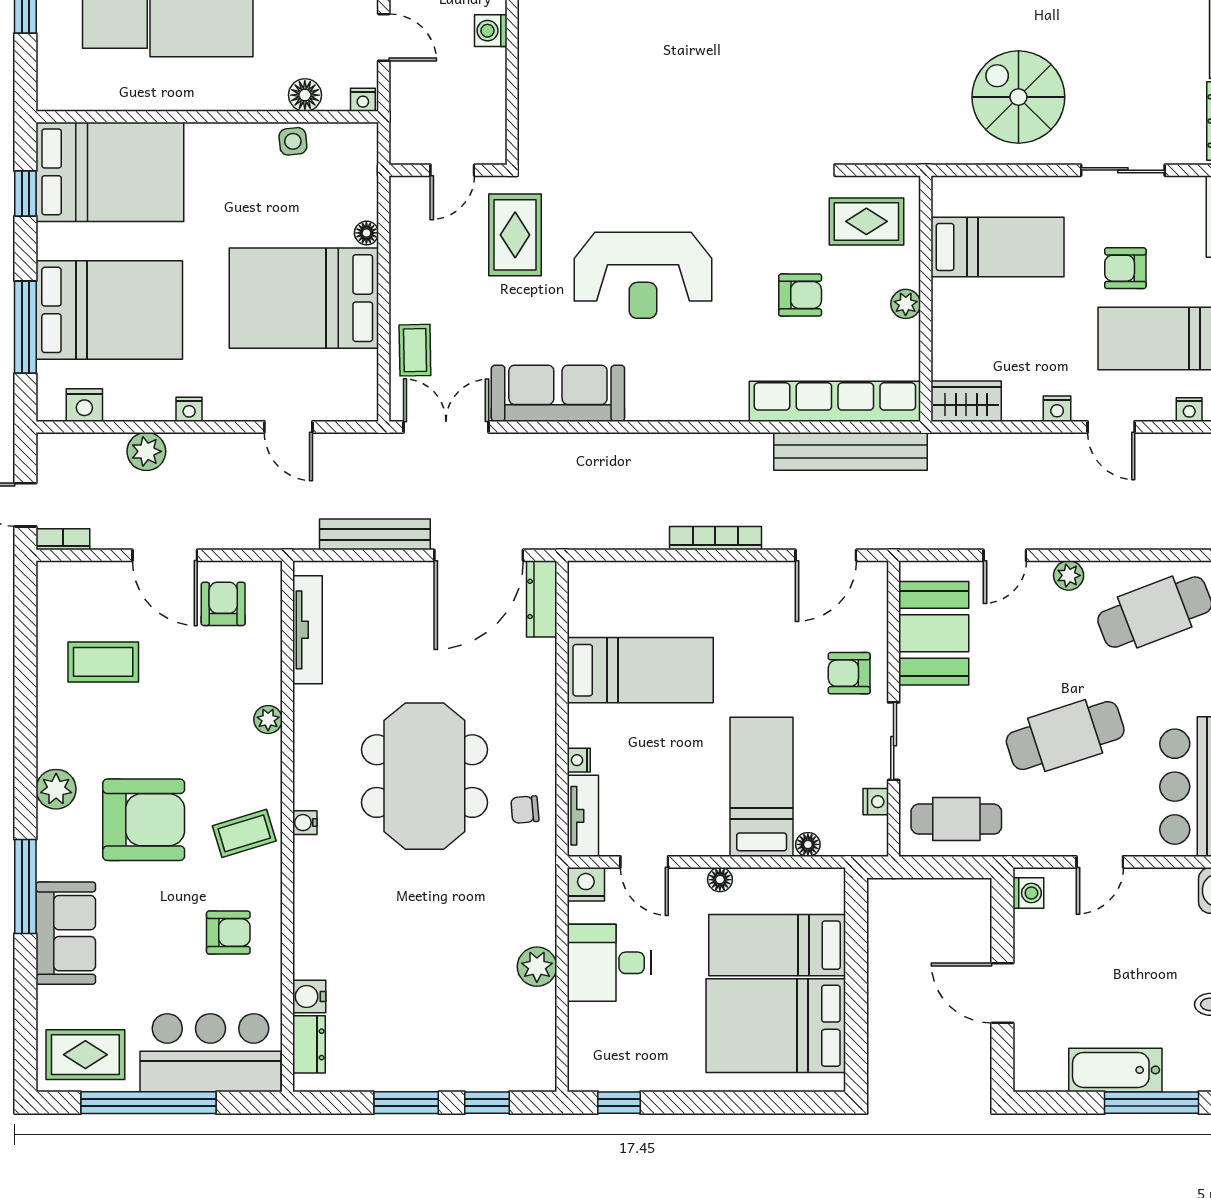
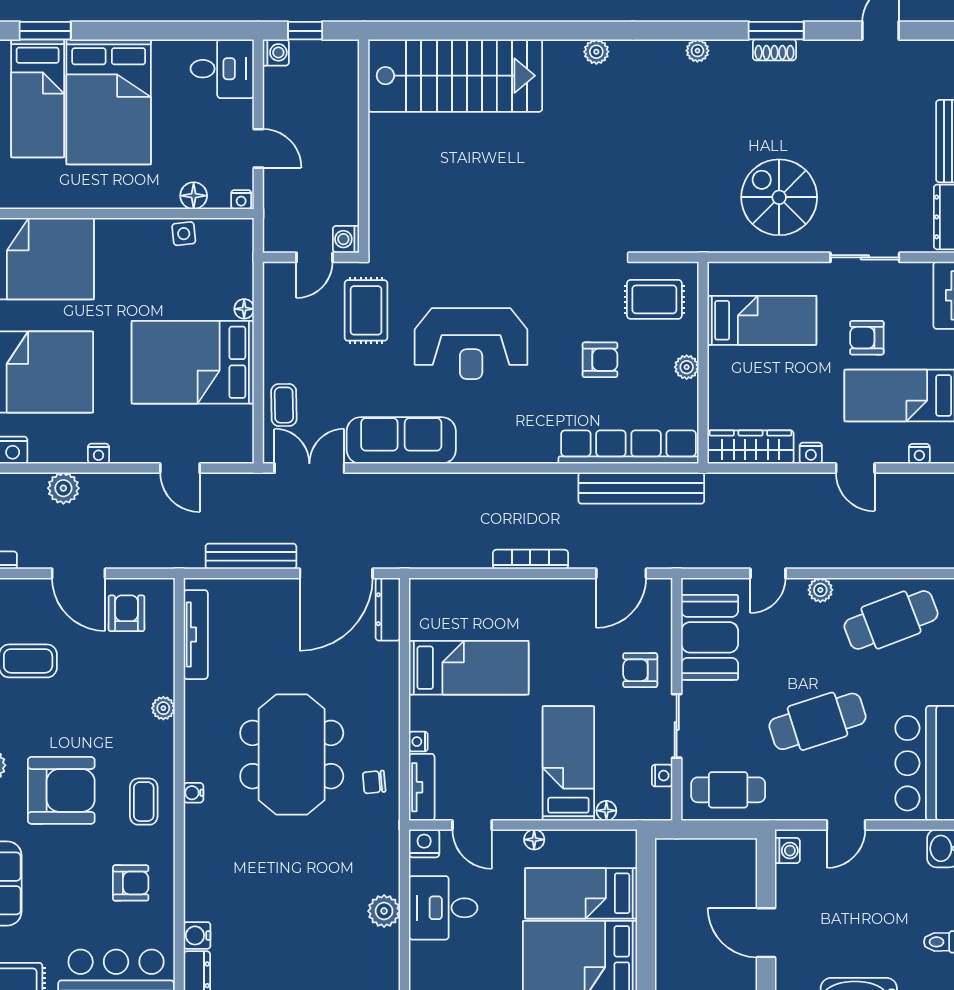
washing machine: (491, 31) -> (346, 239), moved
wardrobe: (966, 401) -> (751, 447), width x1.50
coffee table: (244, 833) -> (144, 802), turned -73

